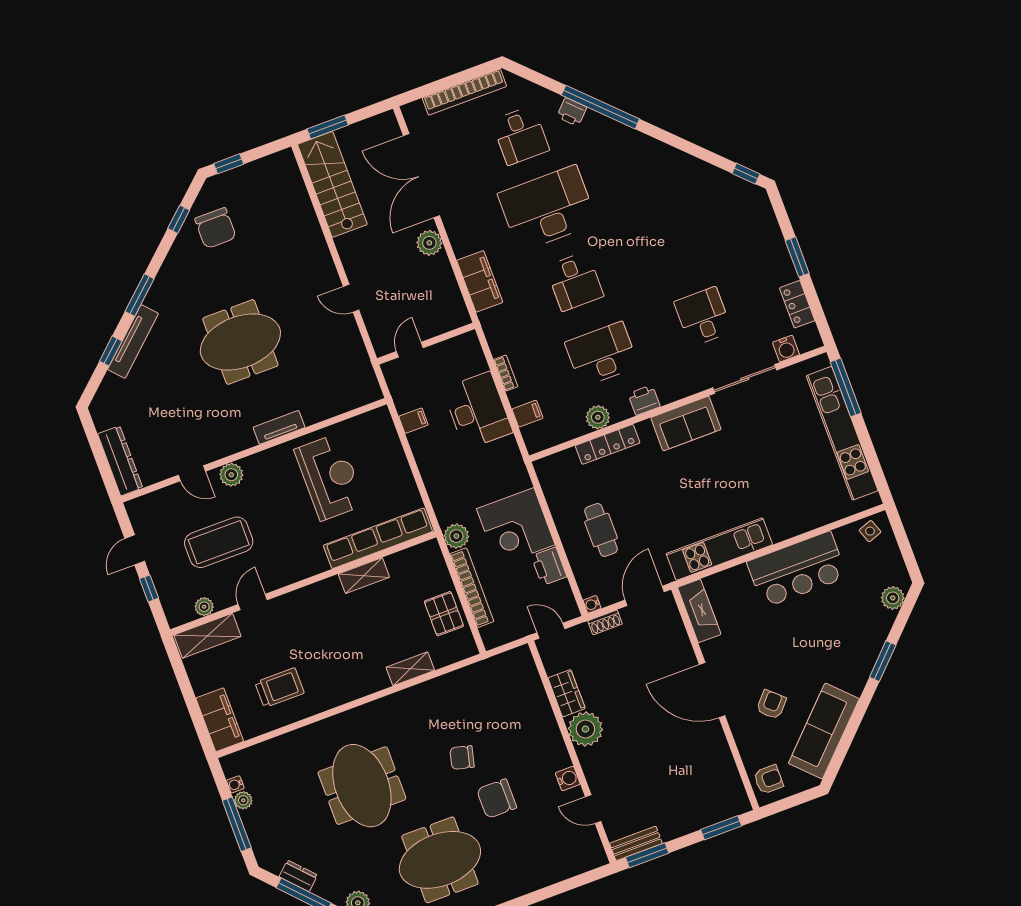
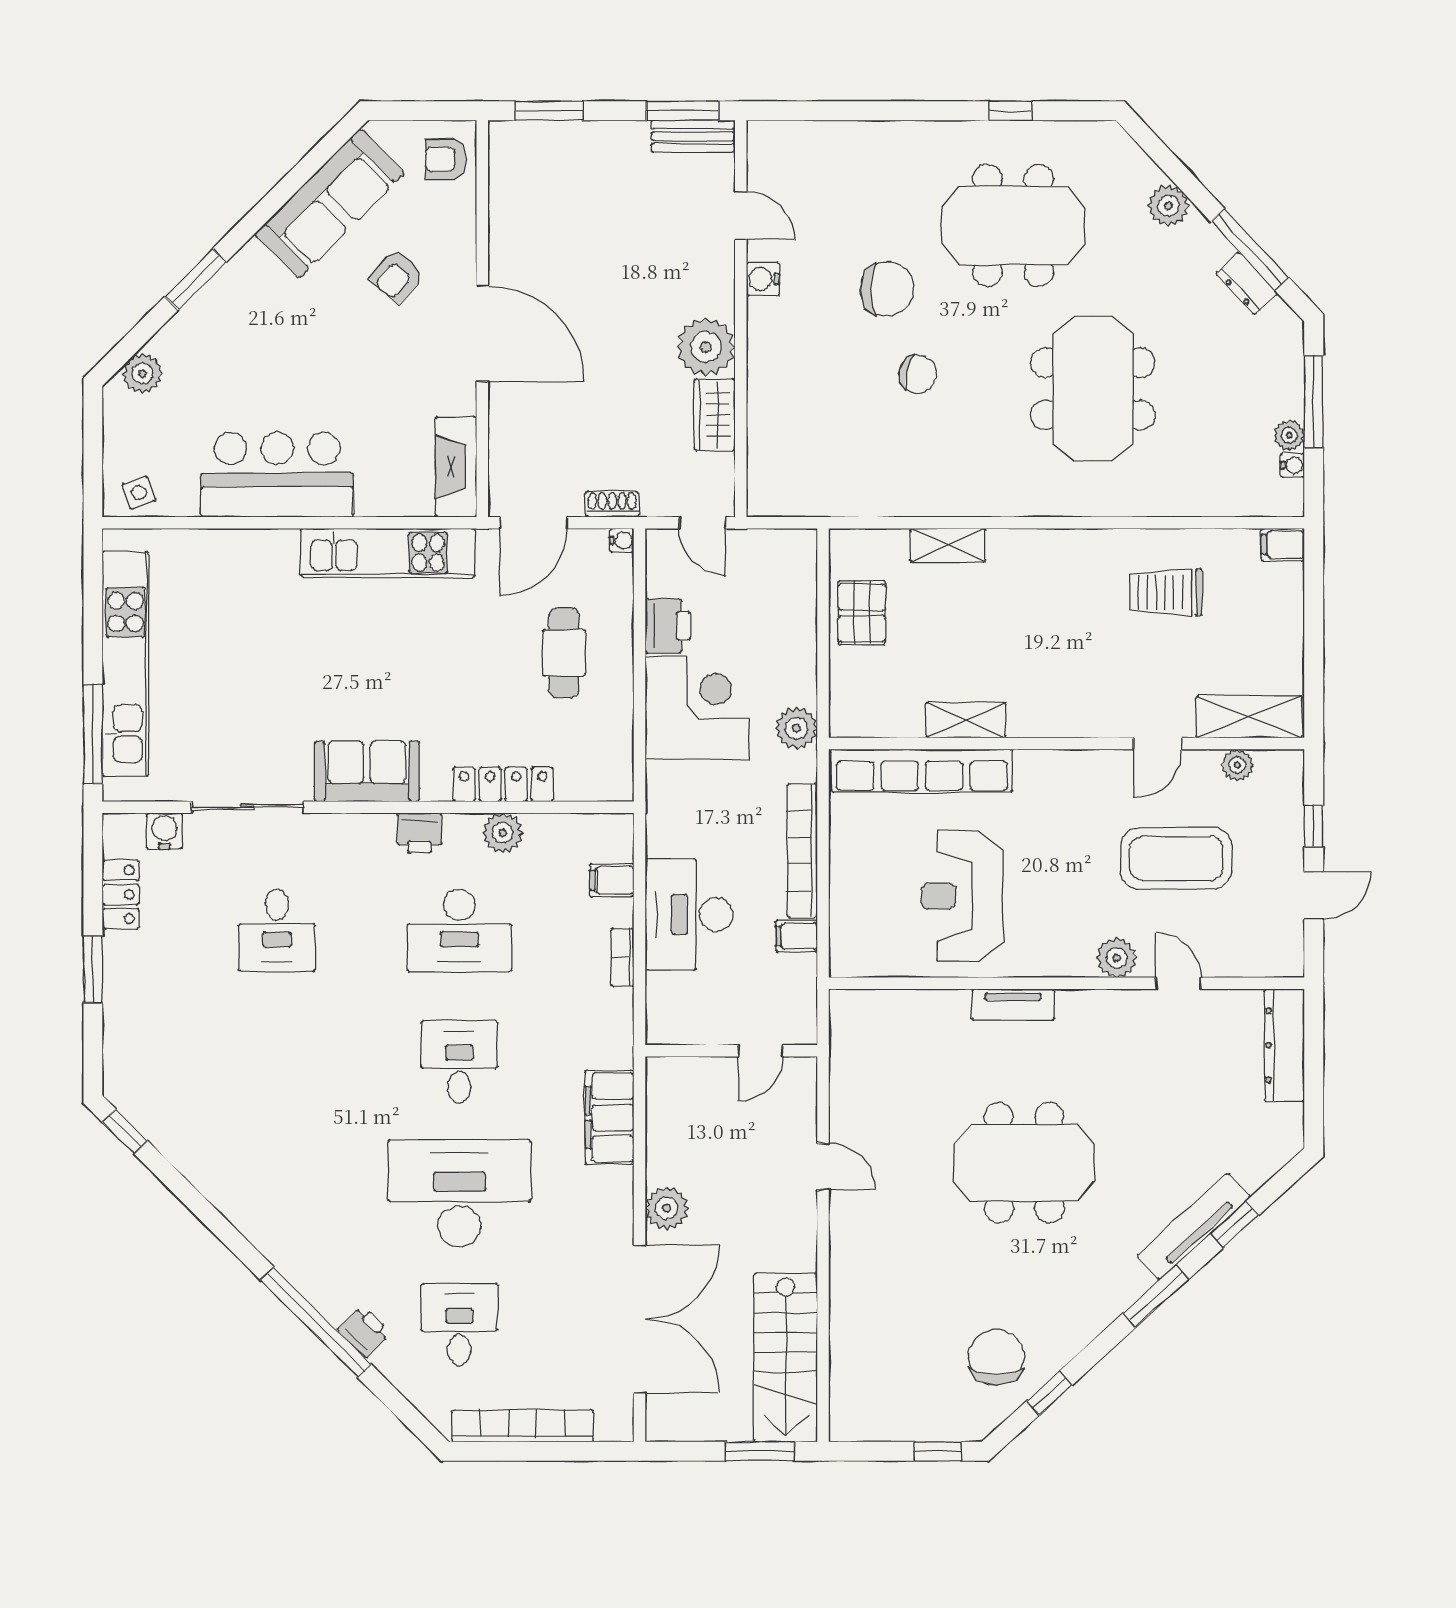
desk: (547, 208) -> (459, 1193), turned 180
bookcase: (472, 588) -> (802, 851), moved
filing cabinet: (220, 720) -> (1283, 544), width x0.33, depth x0.86

